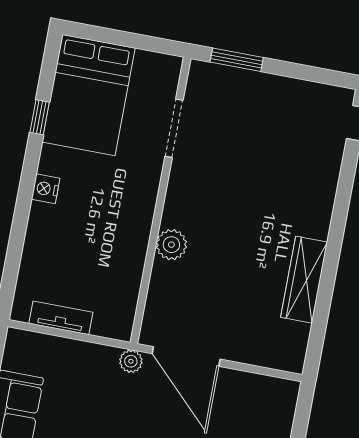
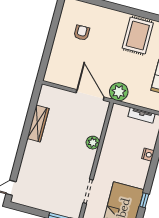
nightstand: (46, 189) -> (148, 155), moved
plant: (131, 361) -> (119, 92), width x1.88, depth x1.88

